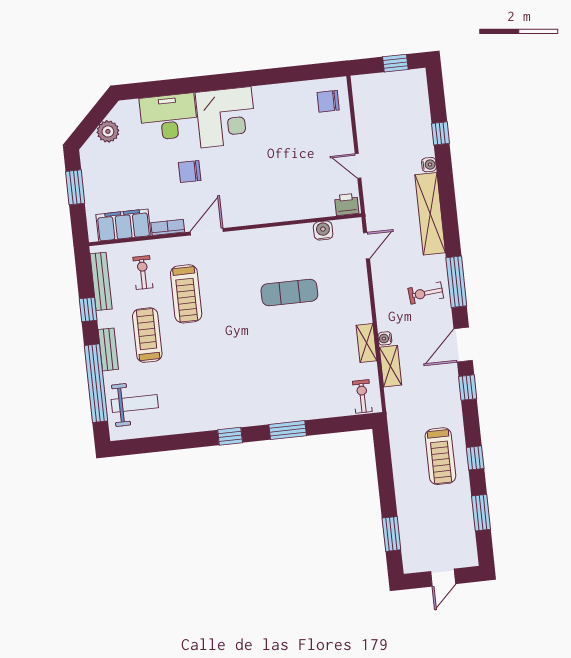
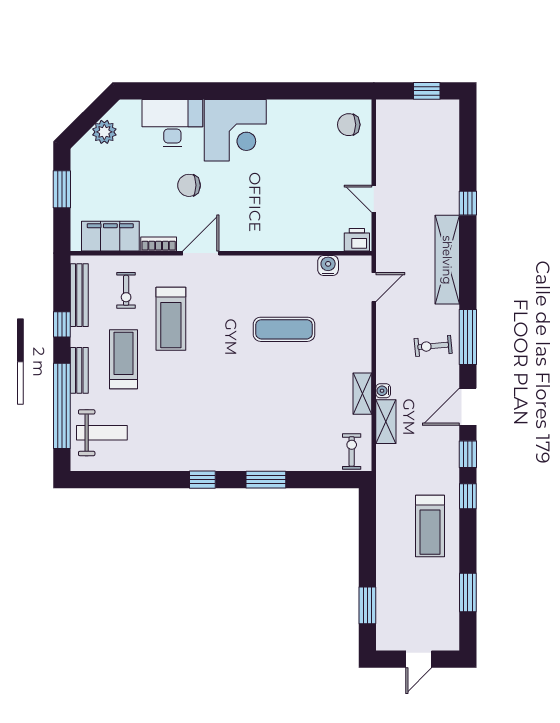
window: (440, 133) -> (468, 203), moved
water cooler: (429, 165) -> (452, 206), removed
exercise bike: (143, 273) -> (126, 290), turned 180
window: (475, 458) -> (468, 496), moved

